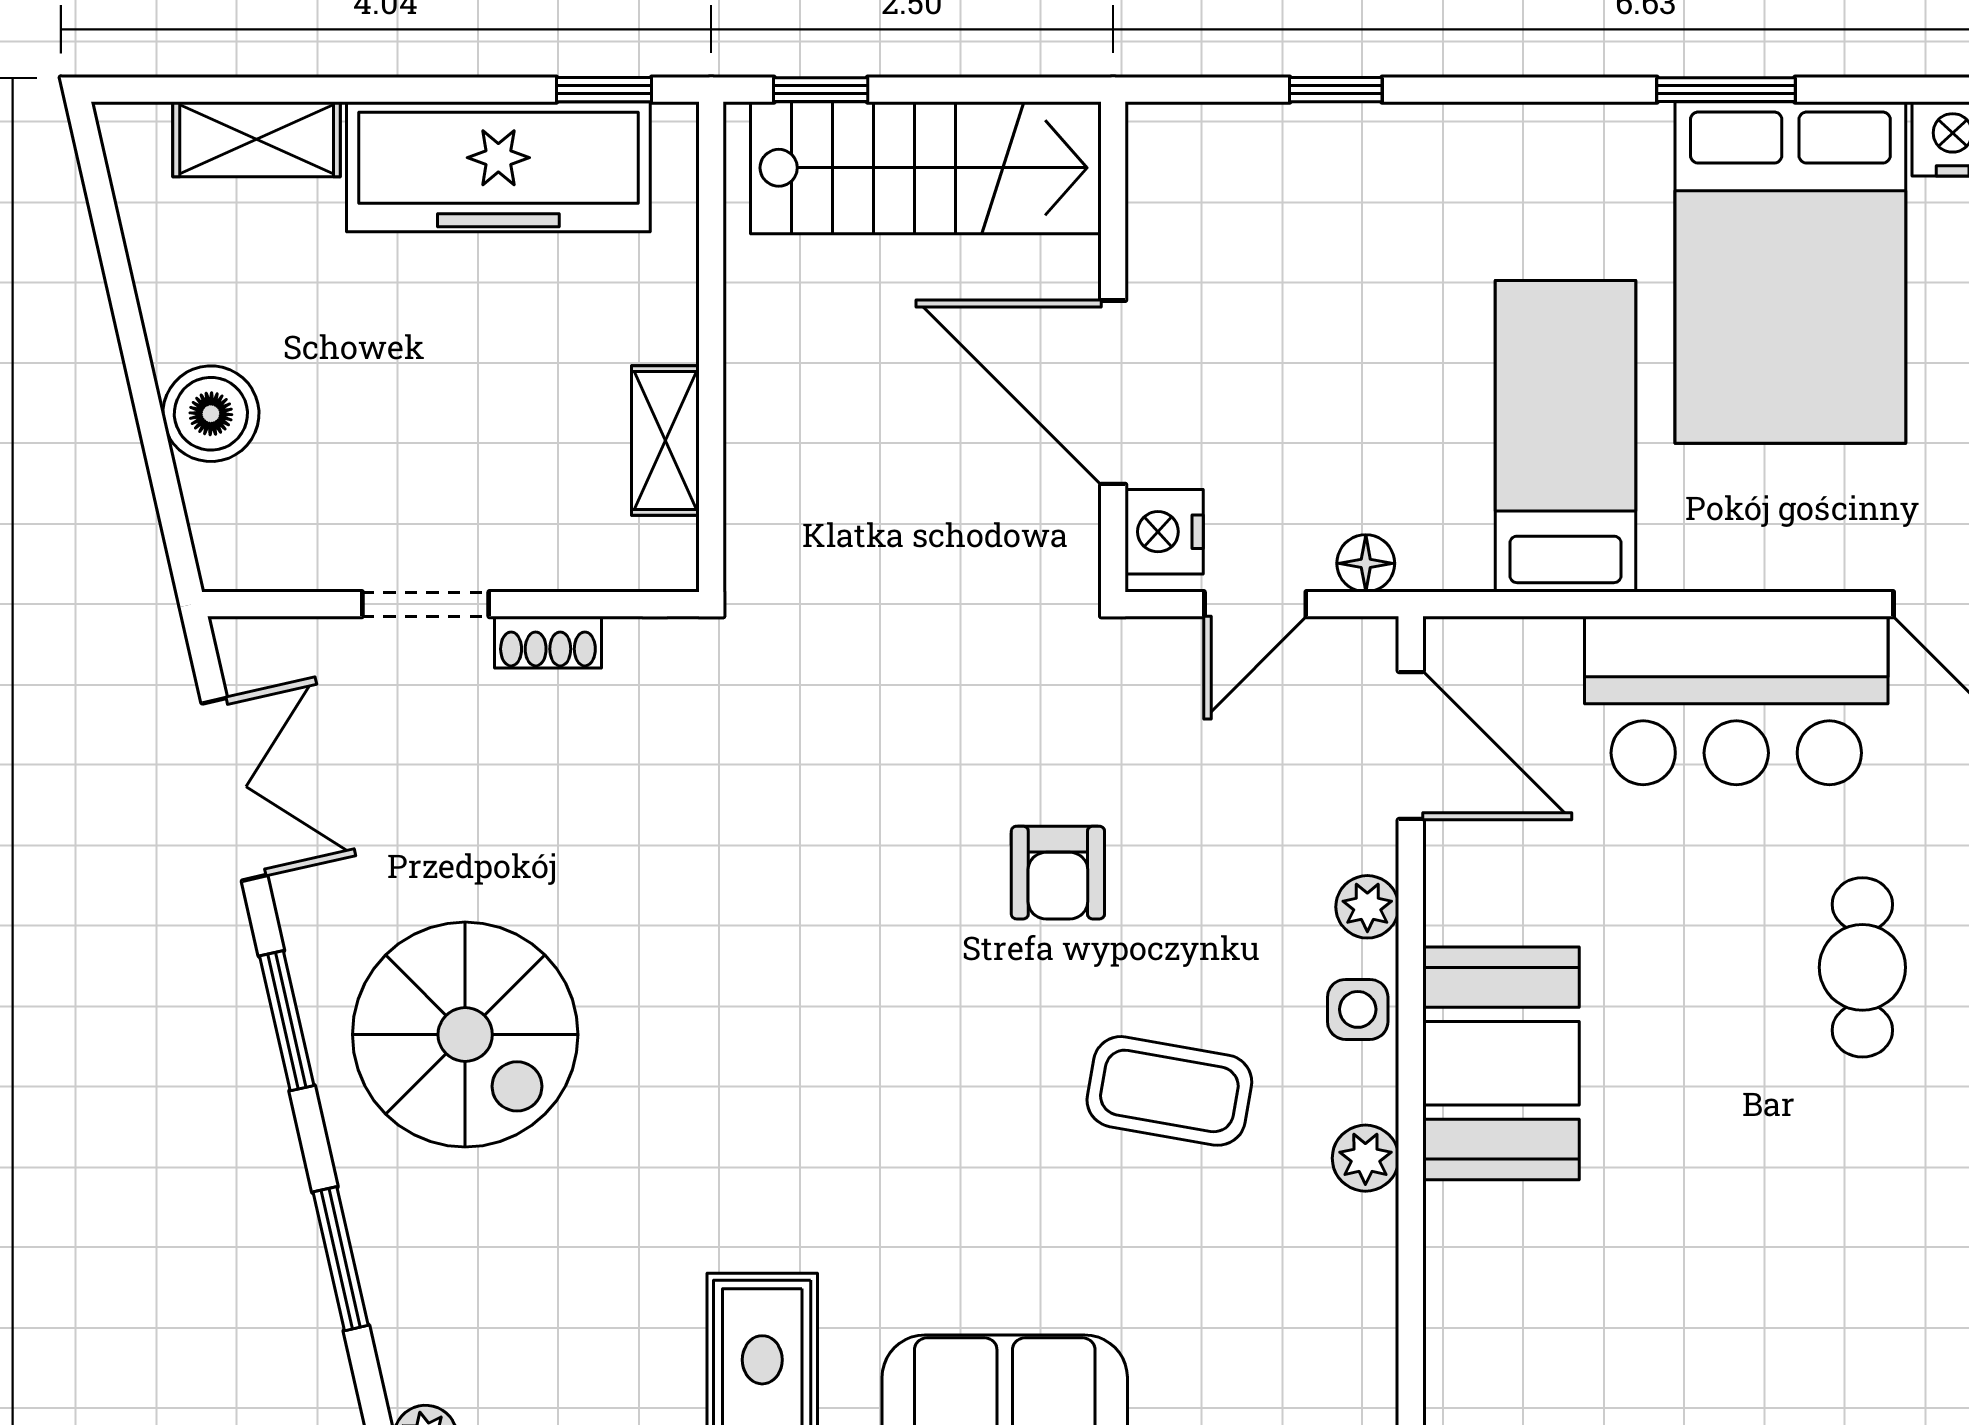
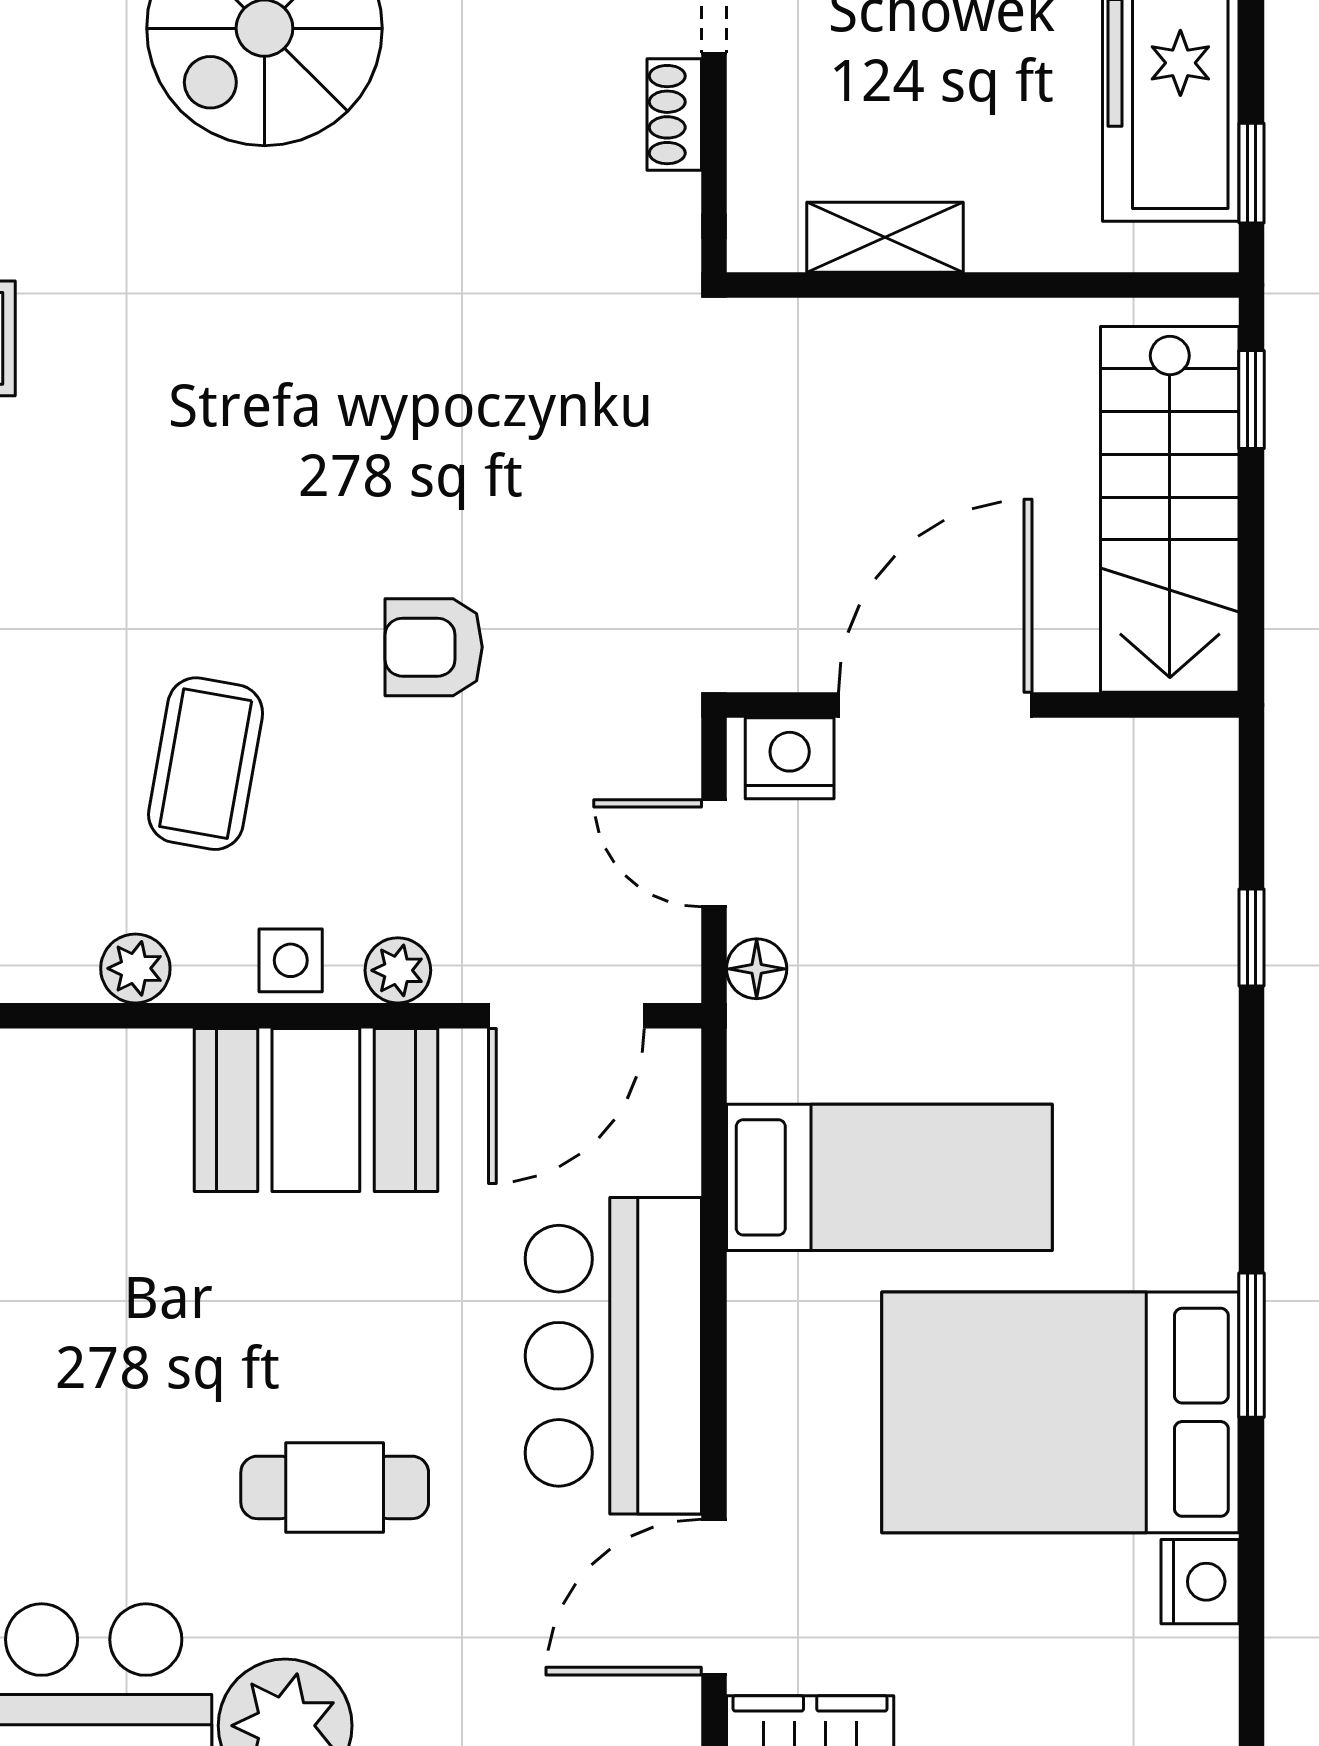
booth: (1501, 1063) -> (316, 1110), moved

